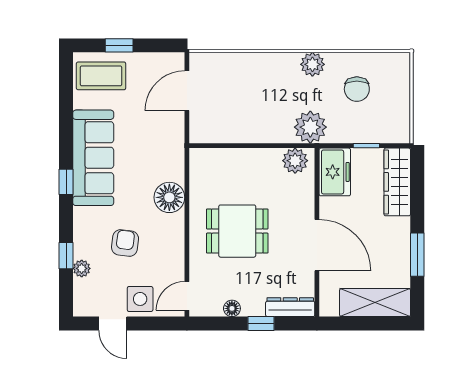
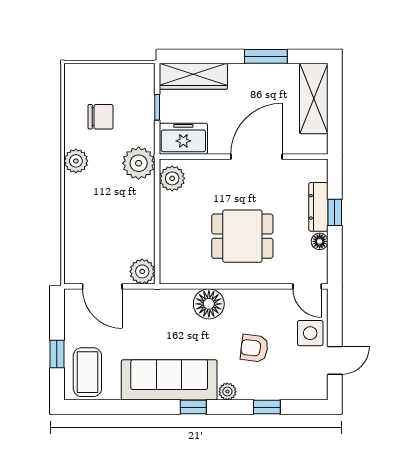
plant: (202, 131) -> (142, 271), added
dining table: (237, 231) -> (242, 236), turned 90
plant: (82, 268) -> (227, 392), moved
dresser: (290, 307) -> (318, 207), moved

